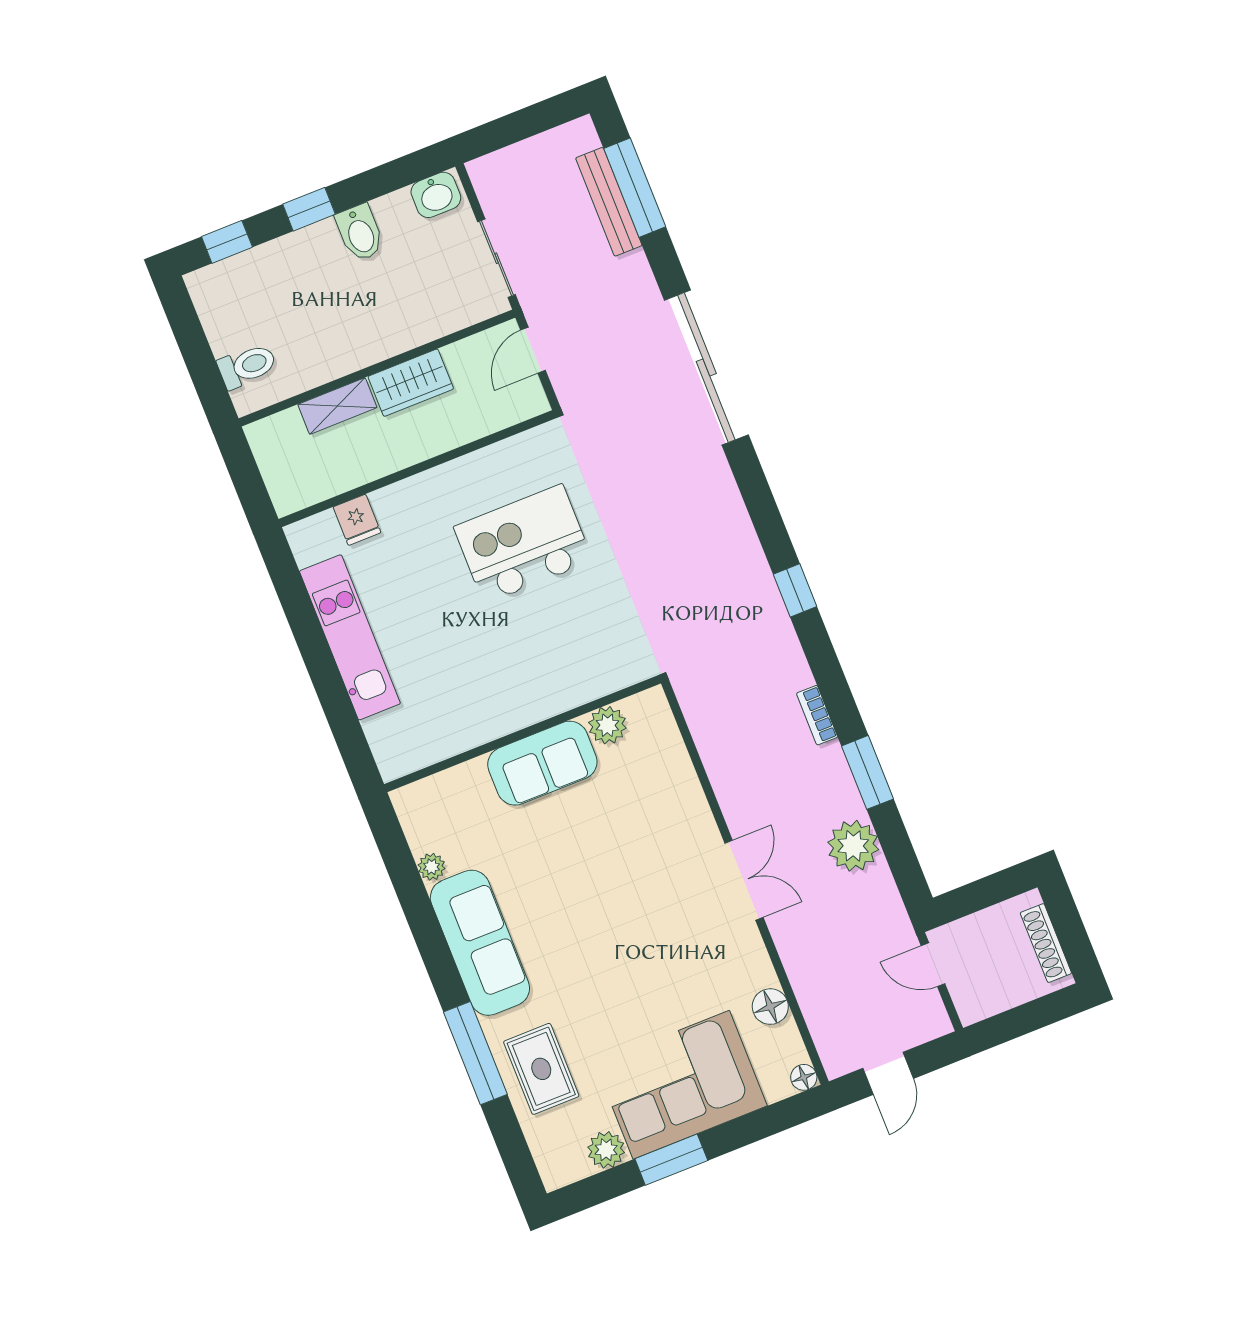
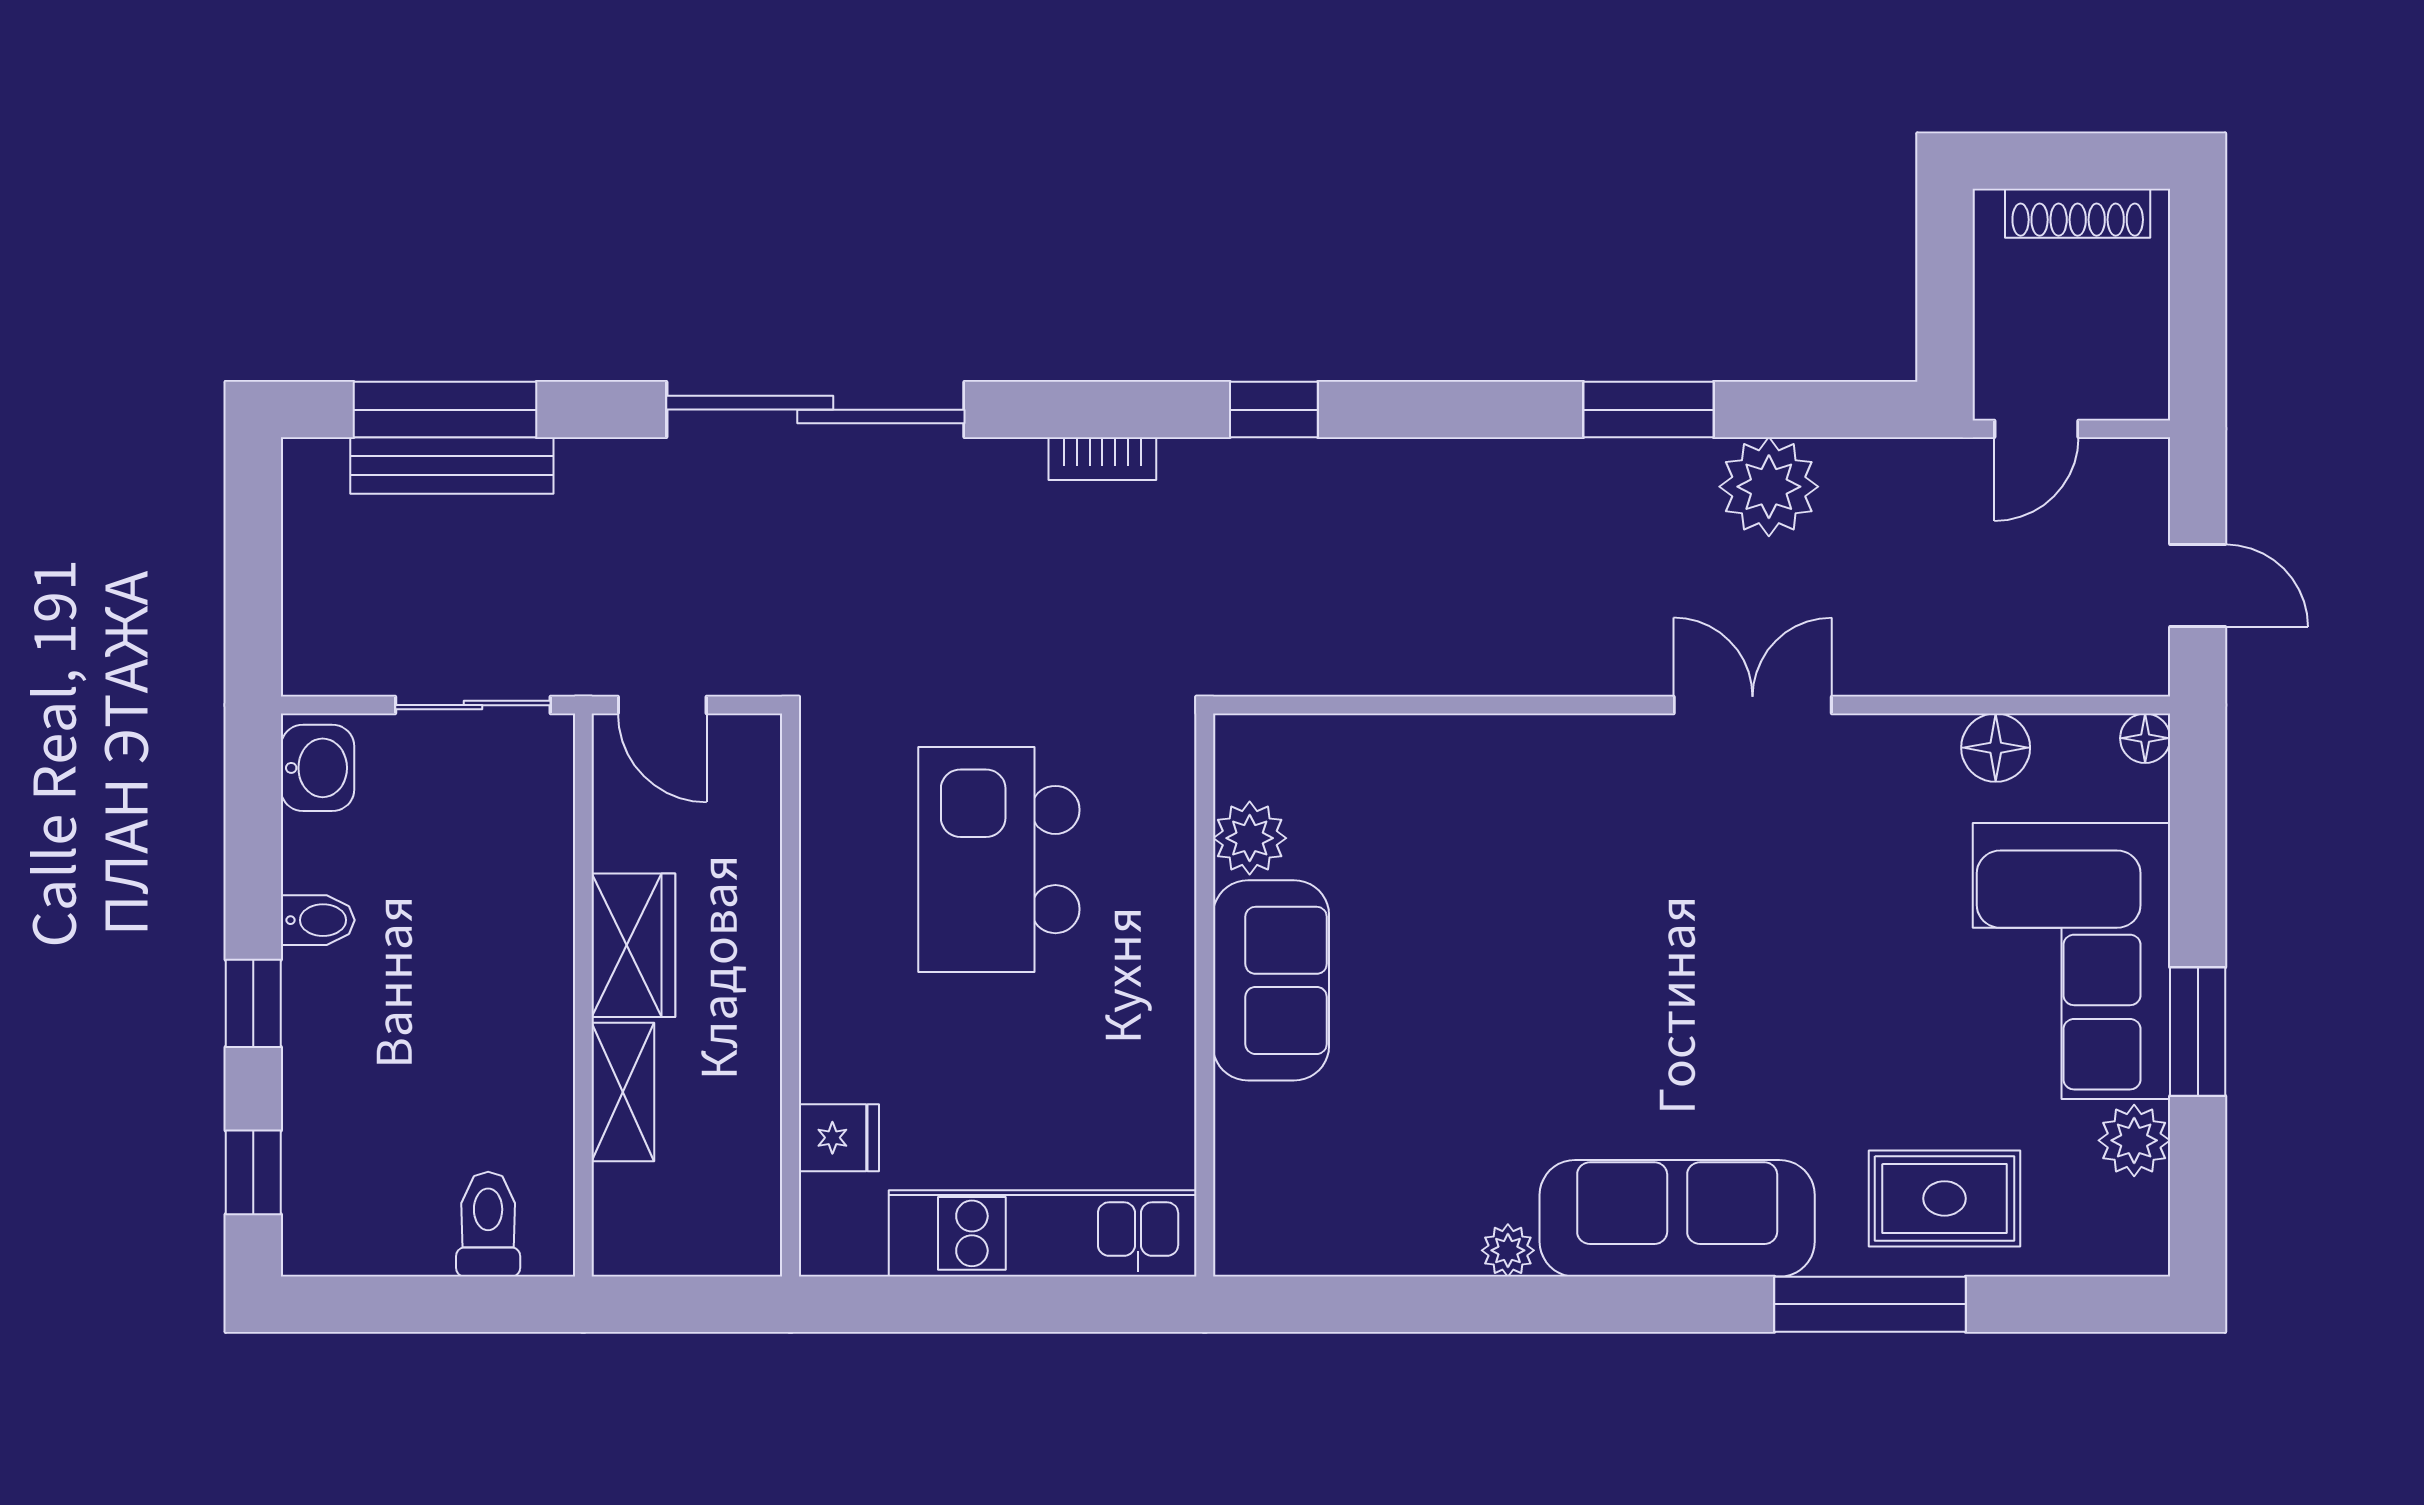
bidet: (360, 233) -> (318, 920), width x0.72, depth x0.74
bookcase: (817, 715) -> (1102, 459), moved
plant: (607, 725) -> (1250, 838), moved
wall: (522, 734) -> (1205, 995), moved
sofa: (542, 763) -> (1271, 980), moved

